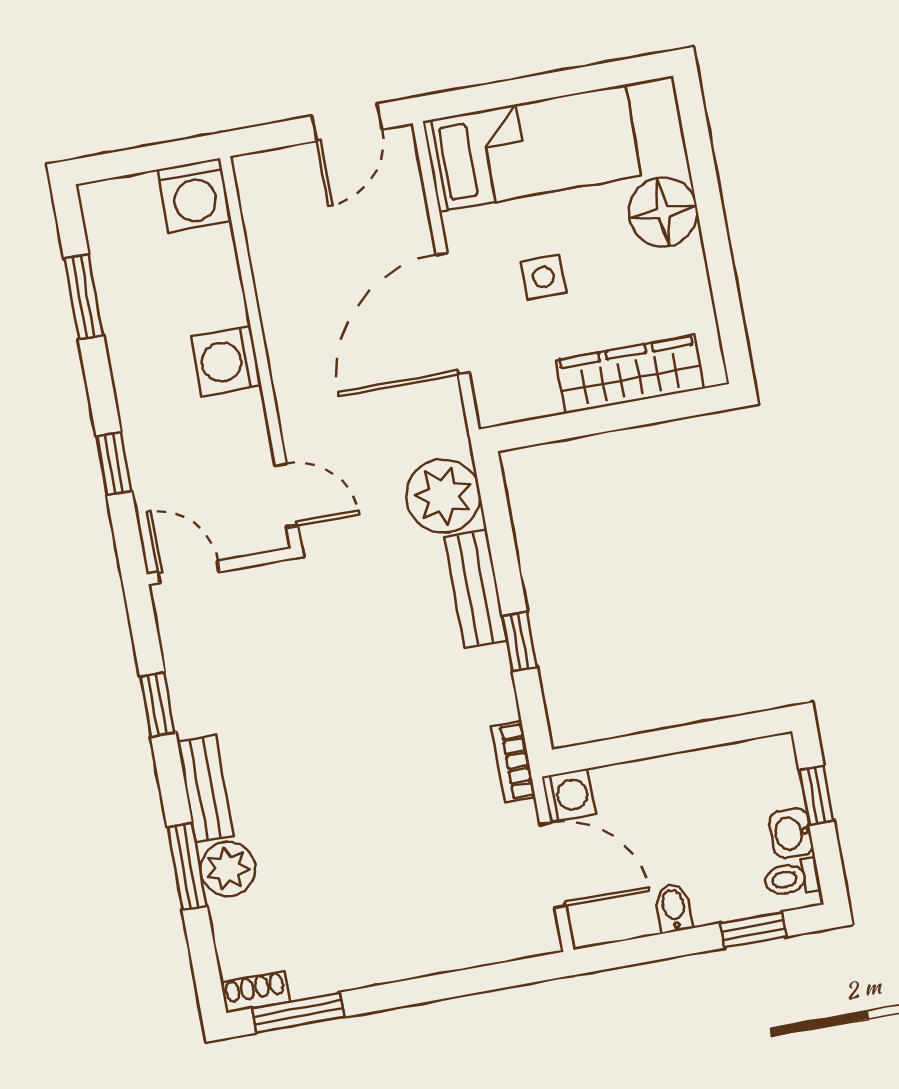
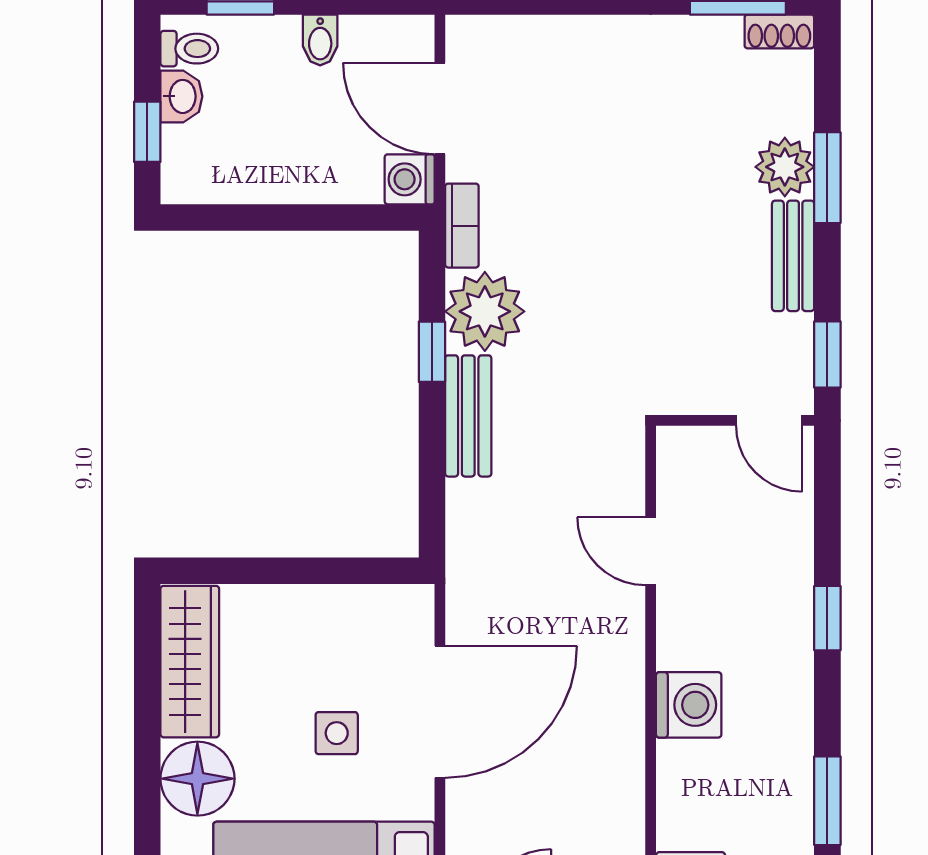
wardrobe: (630, 374) -> (190, 662), moved, turned -90
plant: (443, 496) -> (485, 311), moved
wall: (220, 566) -> (735, 420), moved
door: (189, 572) -> (769, 420), moved

